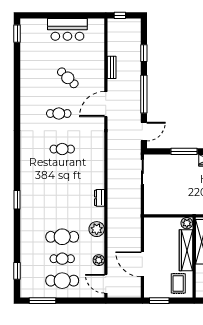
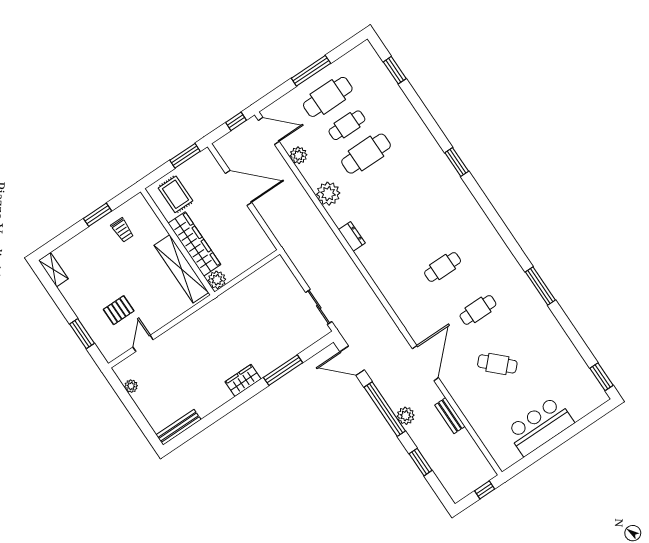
plant: (135, 83) -> (406, 416), added
window: (17, 104) -> (540, 286), added
door: (144, 132) -> (352, 361), hinge flipped
window: (42, 301) -> (311, 71), moved
window: (120, 301) -> (236, 121), added

